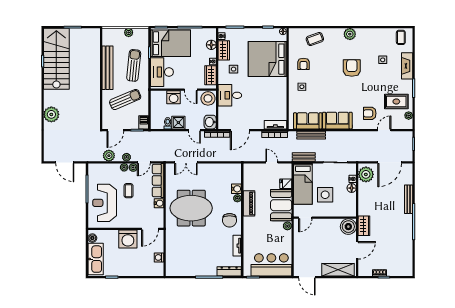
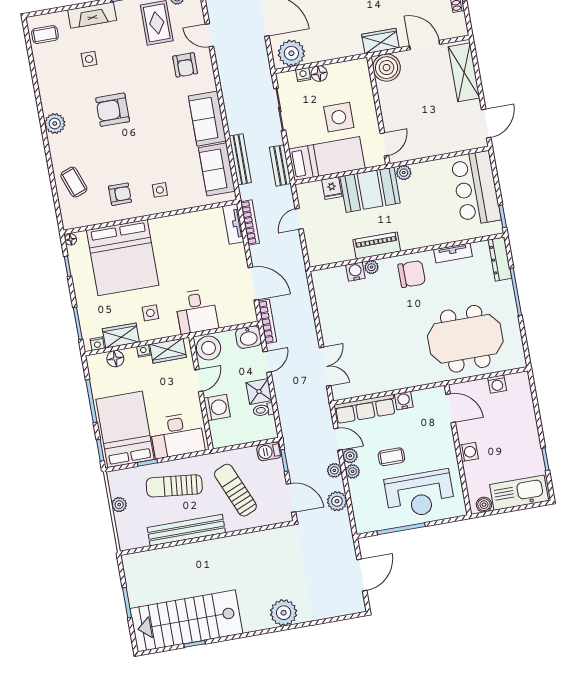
meeting table: (191, 208) -> (465, 339), moved, turned 90
door: (305, 218) -> (384, 144), hinge flipped
washing machine: (128, 239) -> (469, 452), width x0.53, depth x0.53

